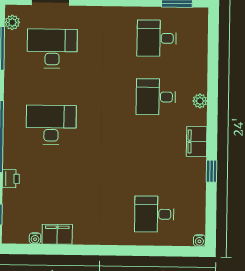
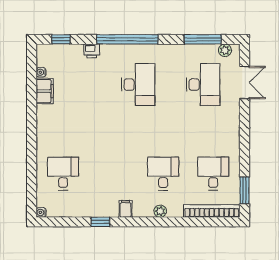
bookcase: (200, 40) -> (212, 211), added
filing cabinet: (197, 142) -> (126, 209), width x0.50

